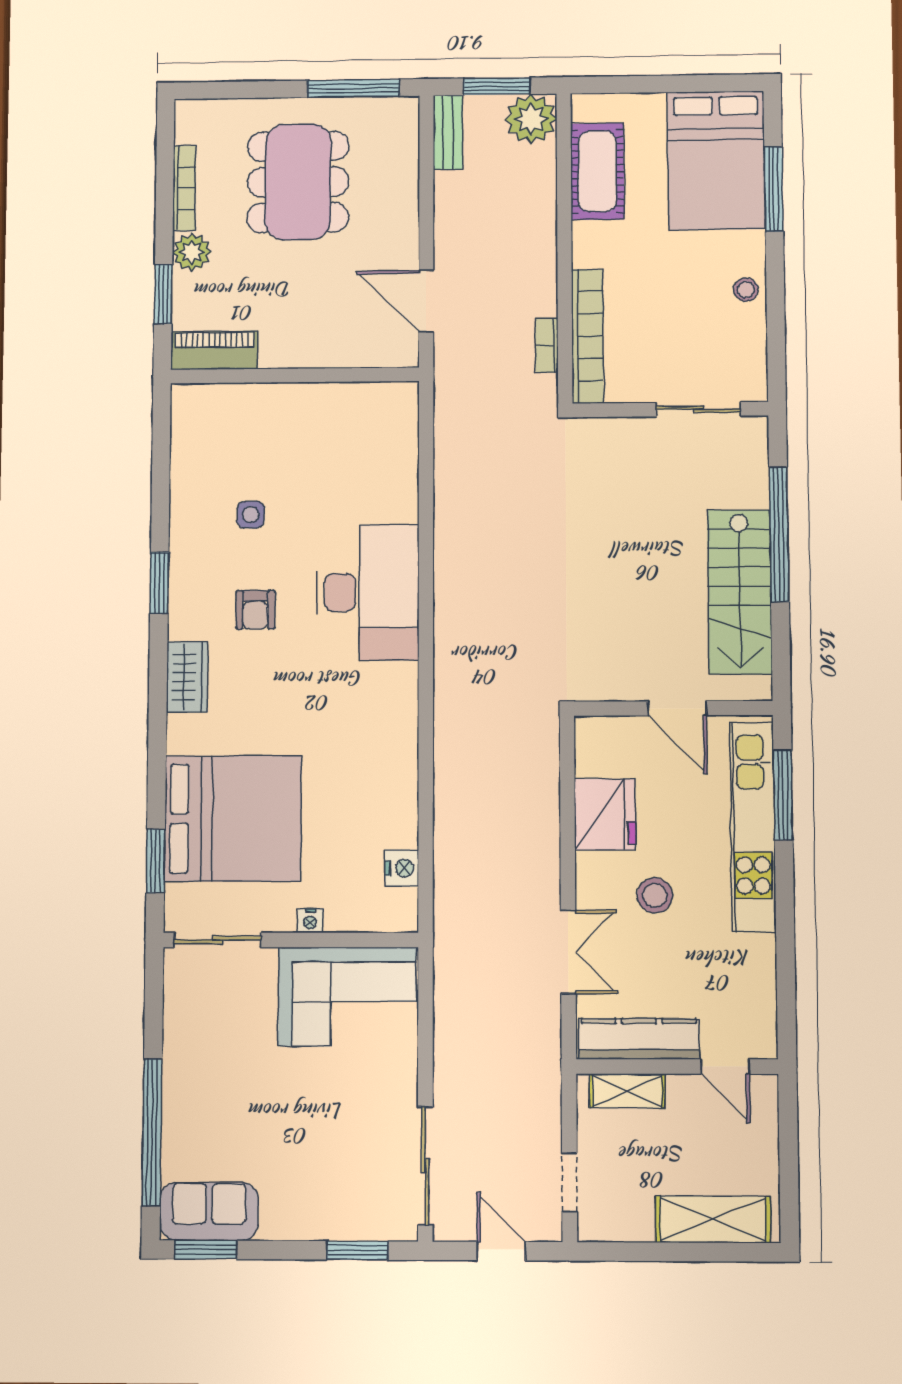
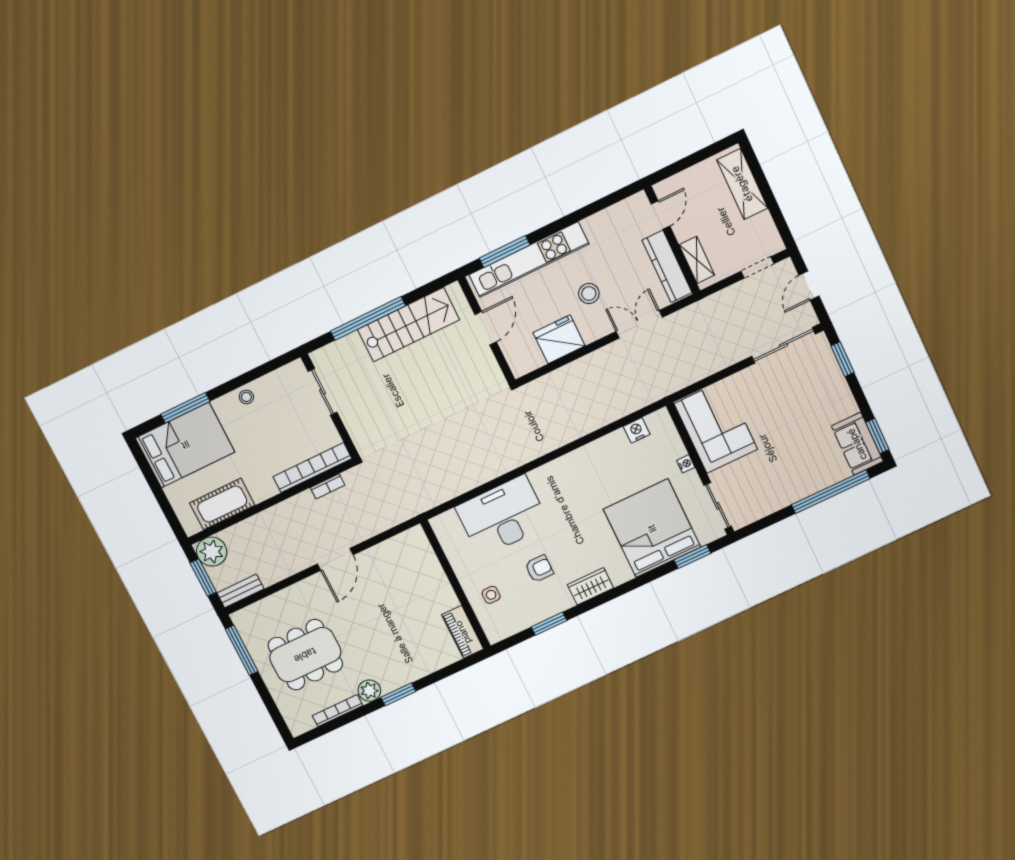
piano: (214, 350) -> (463, 632), moved
wall: (295, 375) -> (456, 585), moved

